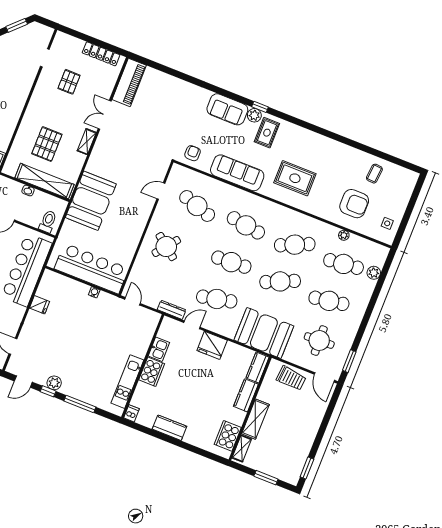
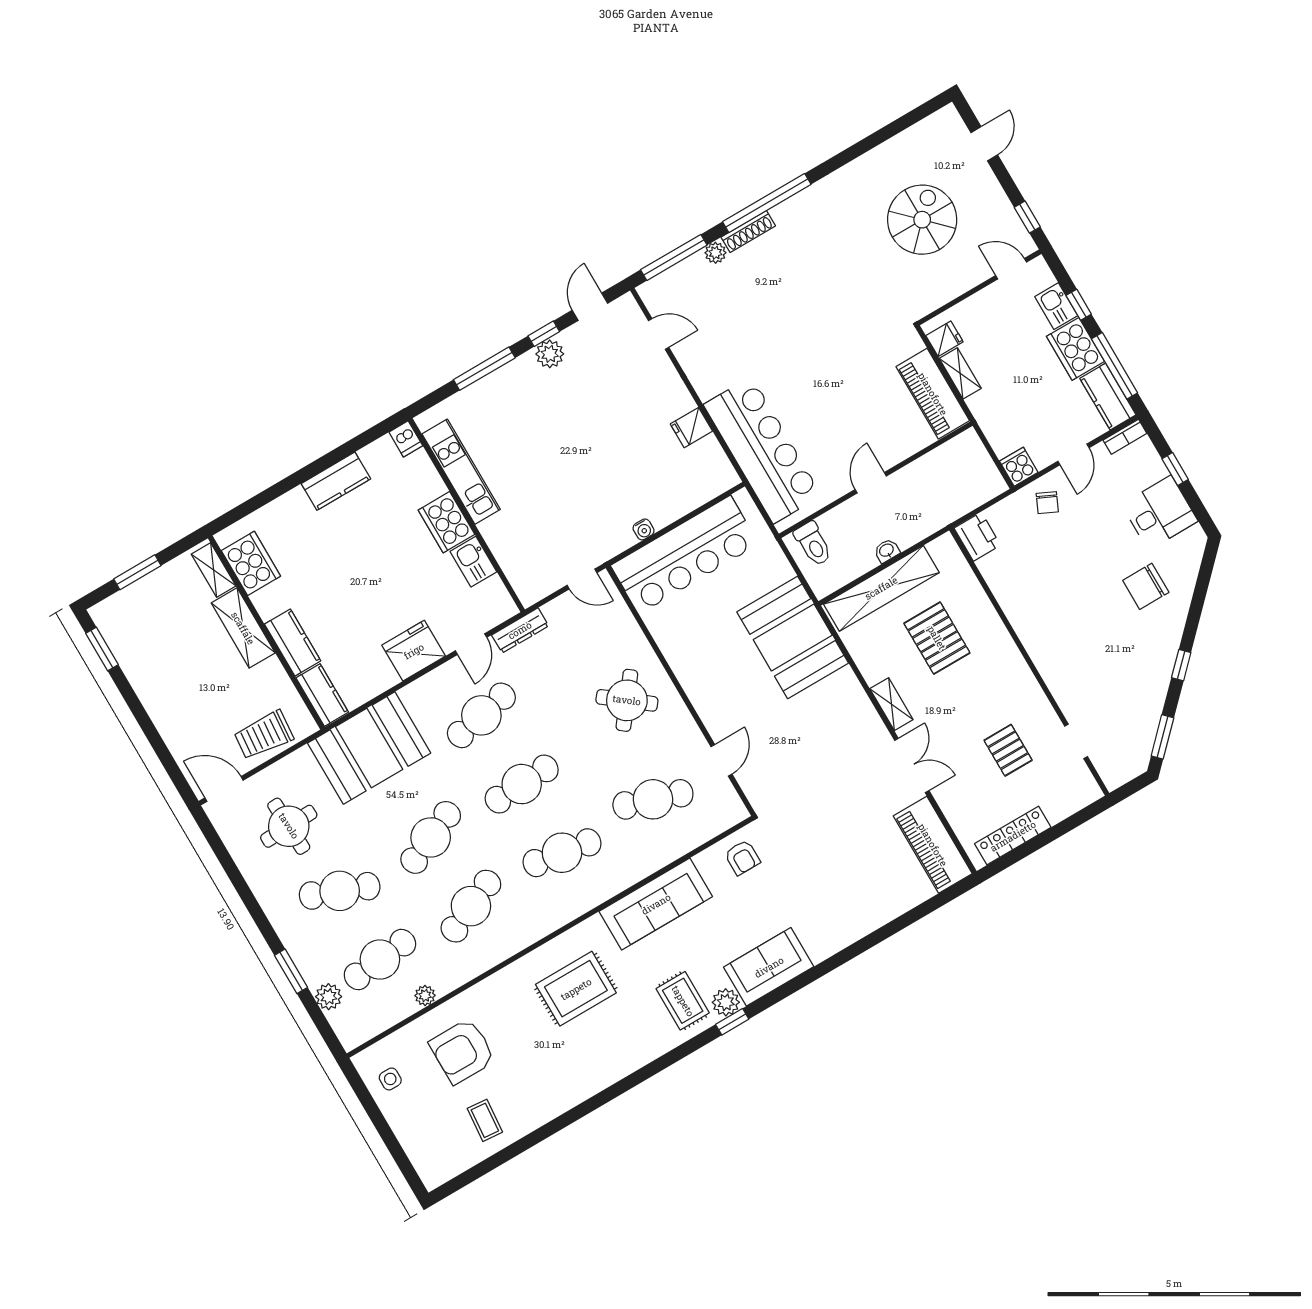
cafe table: (329, 301) -> (340, 891), turned 30
window: (349, 361) -> (291, 971), moved

